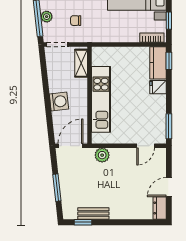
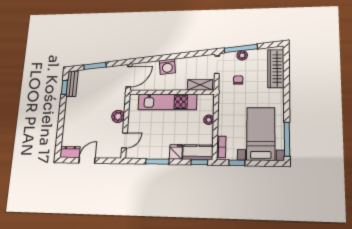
plant: (121, 52) -> (209, 120), added
window: (169, 126) -> (157, 162), moved
door: (70, 146) -> (129, 77), hinge flipped
door: (146, 146) -> (125, 140), swing flipped
plant: (102, 155) -> (118, 116), moved
door: (169, 187) -> (87, 160), hinge flipped
bench: (93, 214) -> (72, 84), moved

